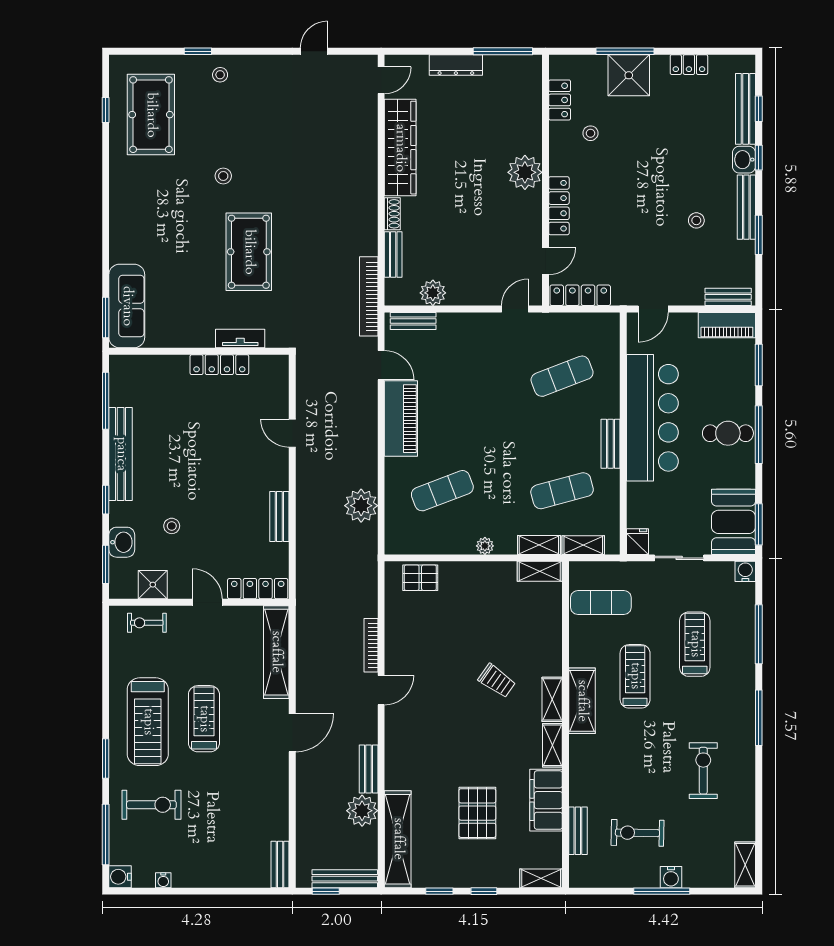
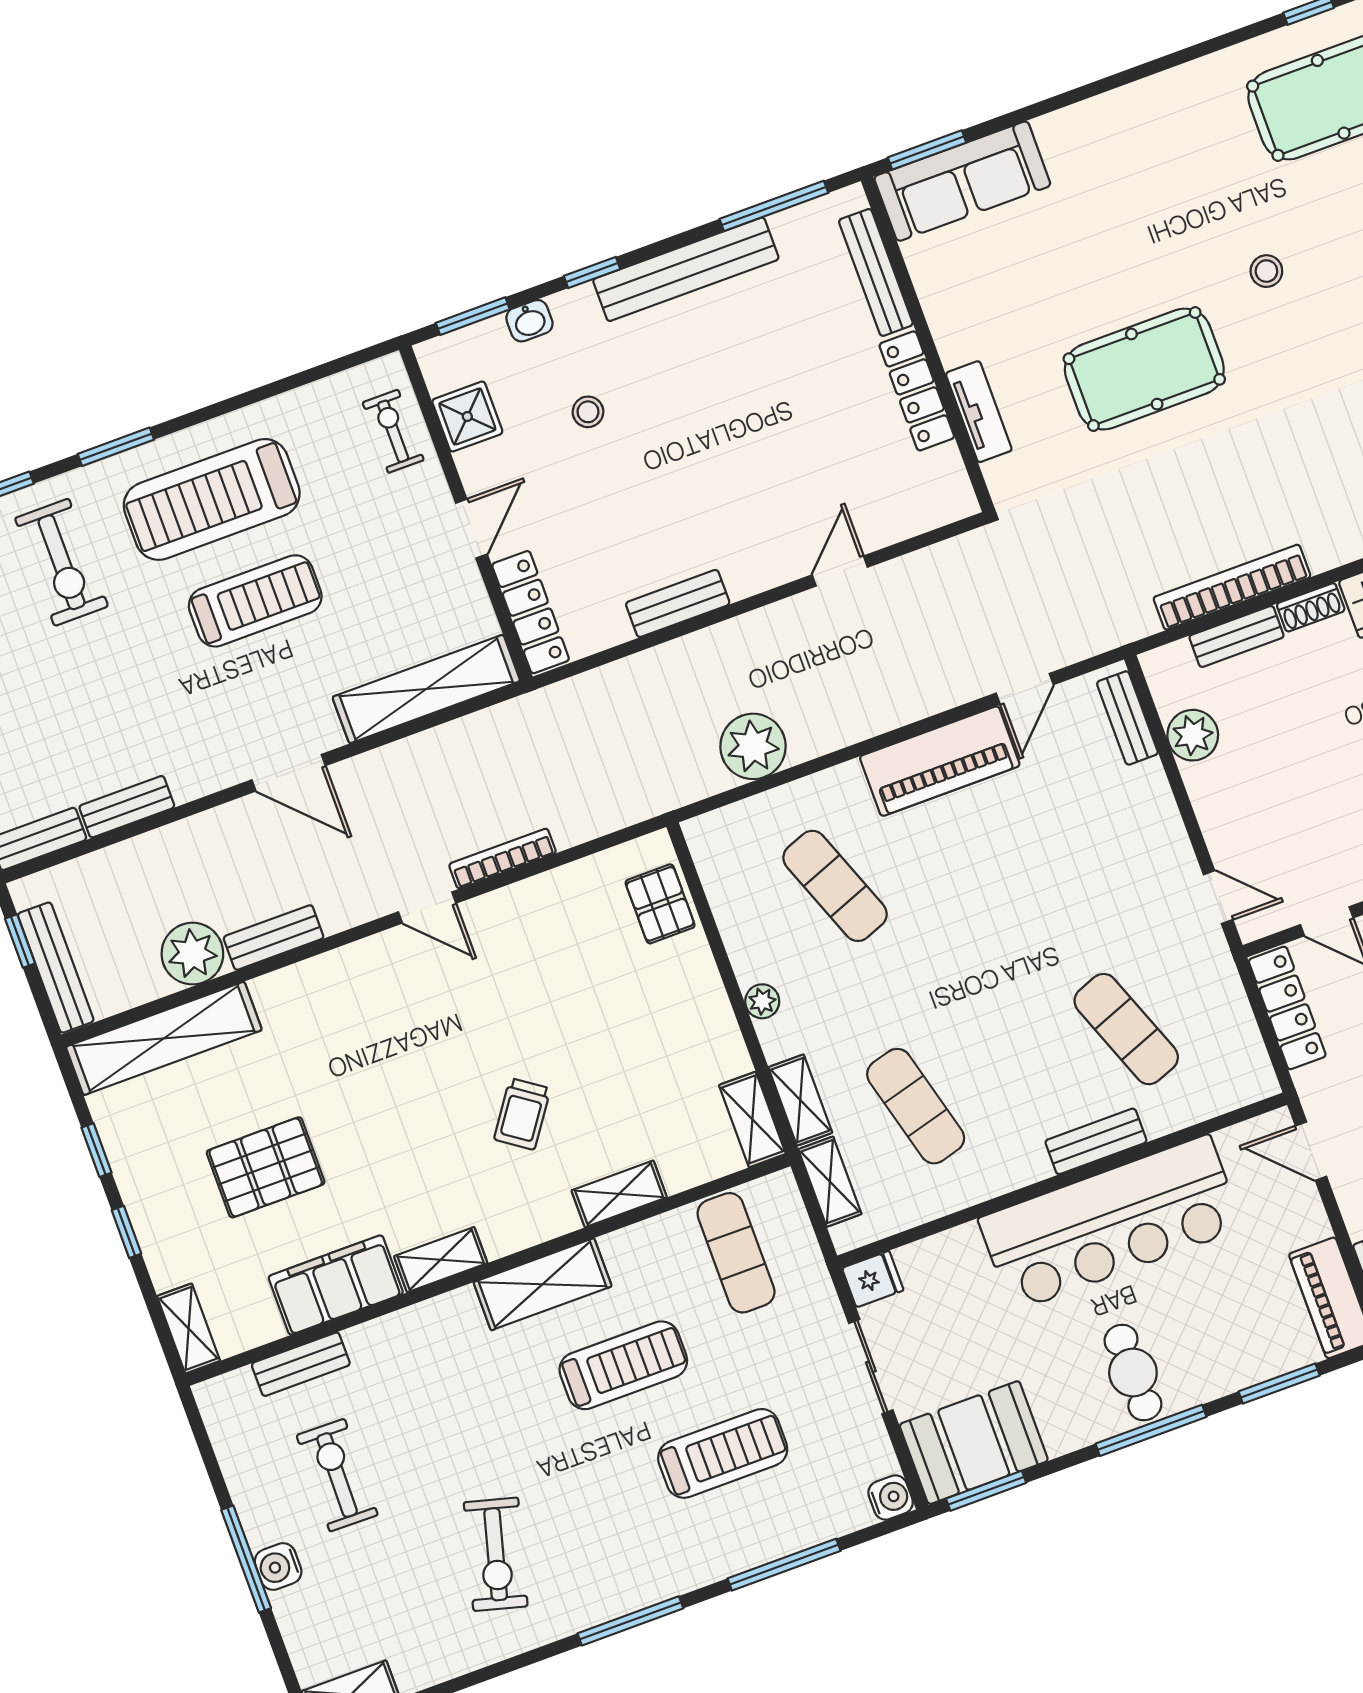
bookcase: (369, 296) -> (1232, 587), moved
bench: (155, 363) -> (876, 272), added
bench: (611, 444) -> (1096, 1141), moved
washbasin: (122, 542) -> (529, 321), width x0.72, depth x0.69
shelving: (552, 699) -> (619, 1194), moved
exercise bike: (703, 771) -> (496, 1554), turned 105
bench: (280, 816) -> (127, 807), added

